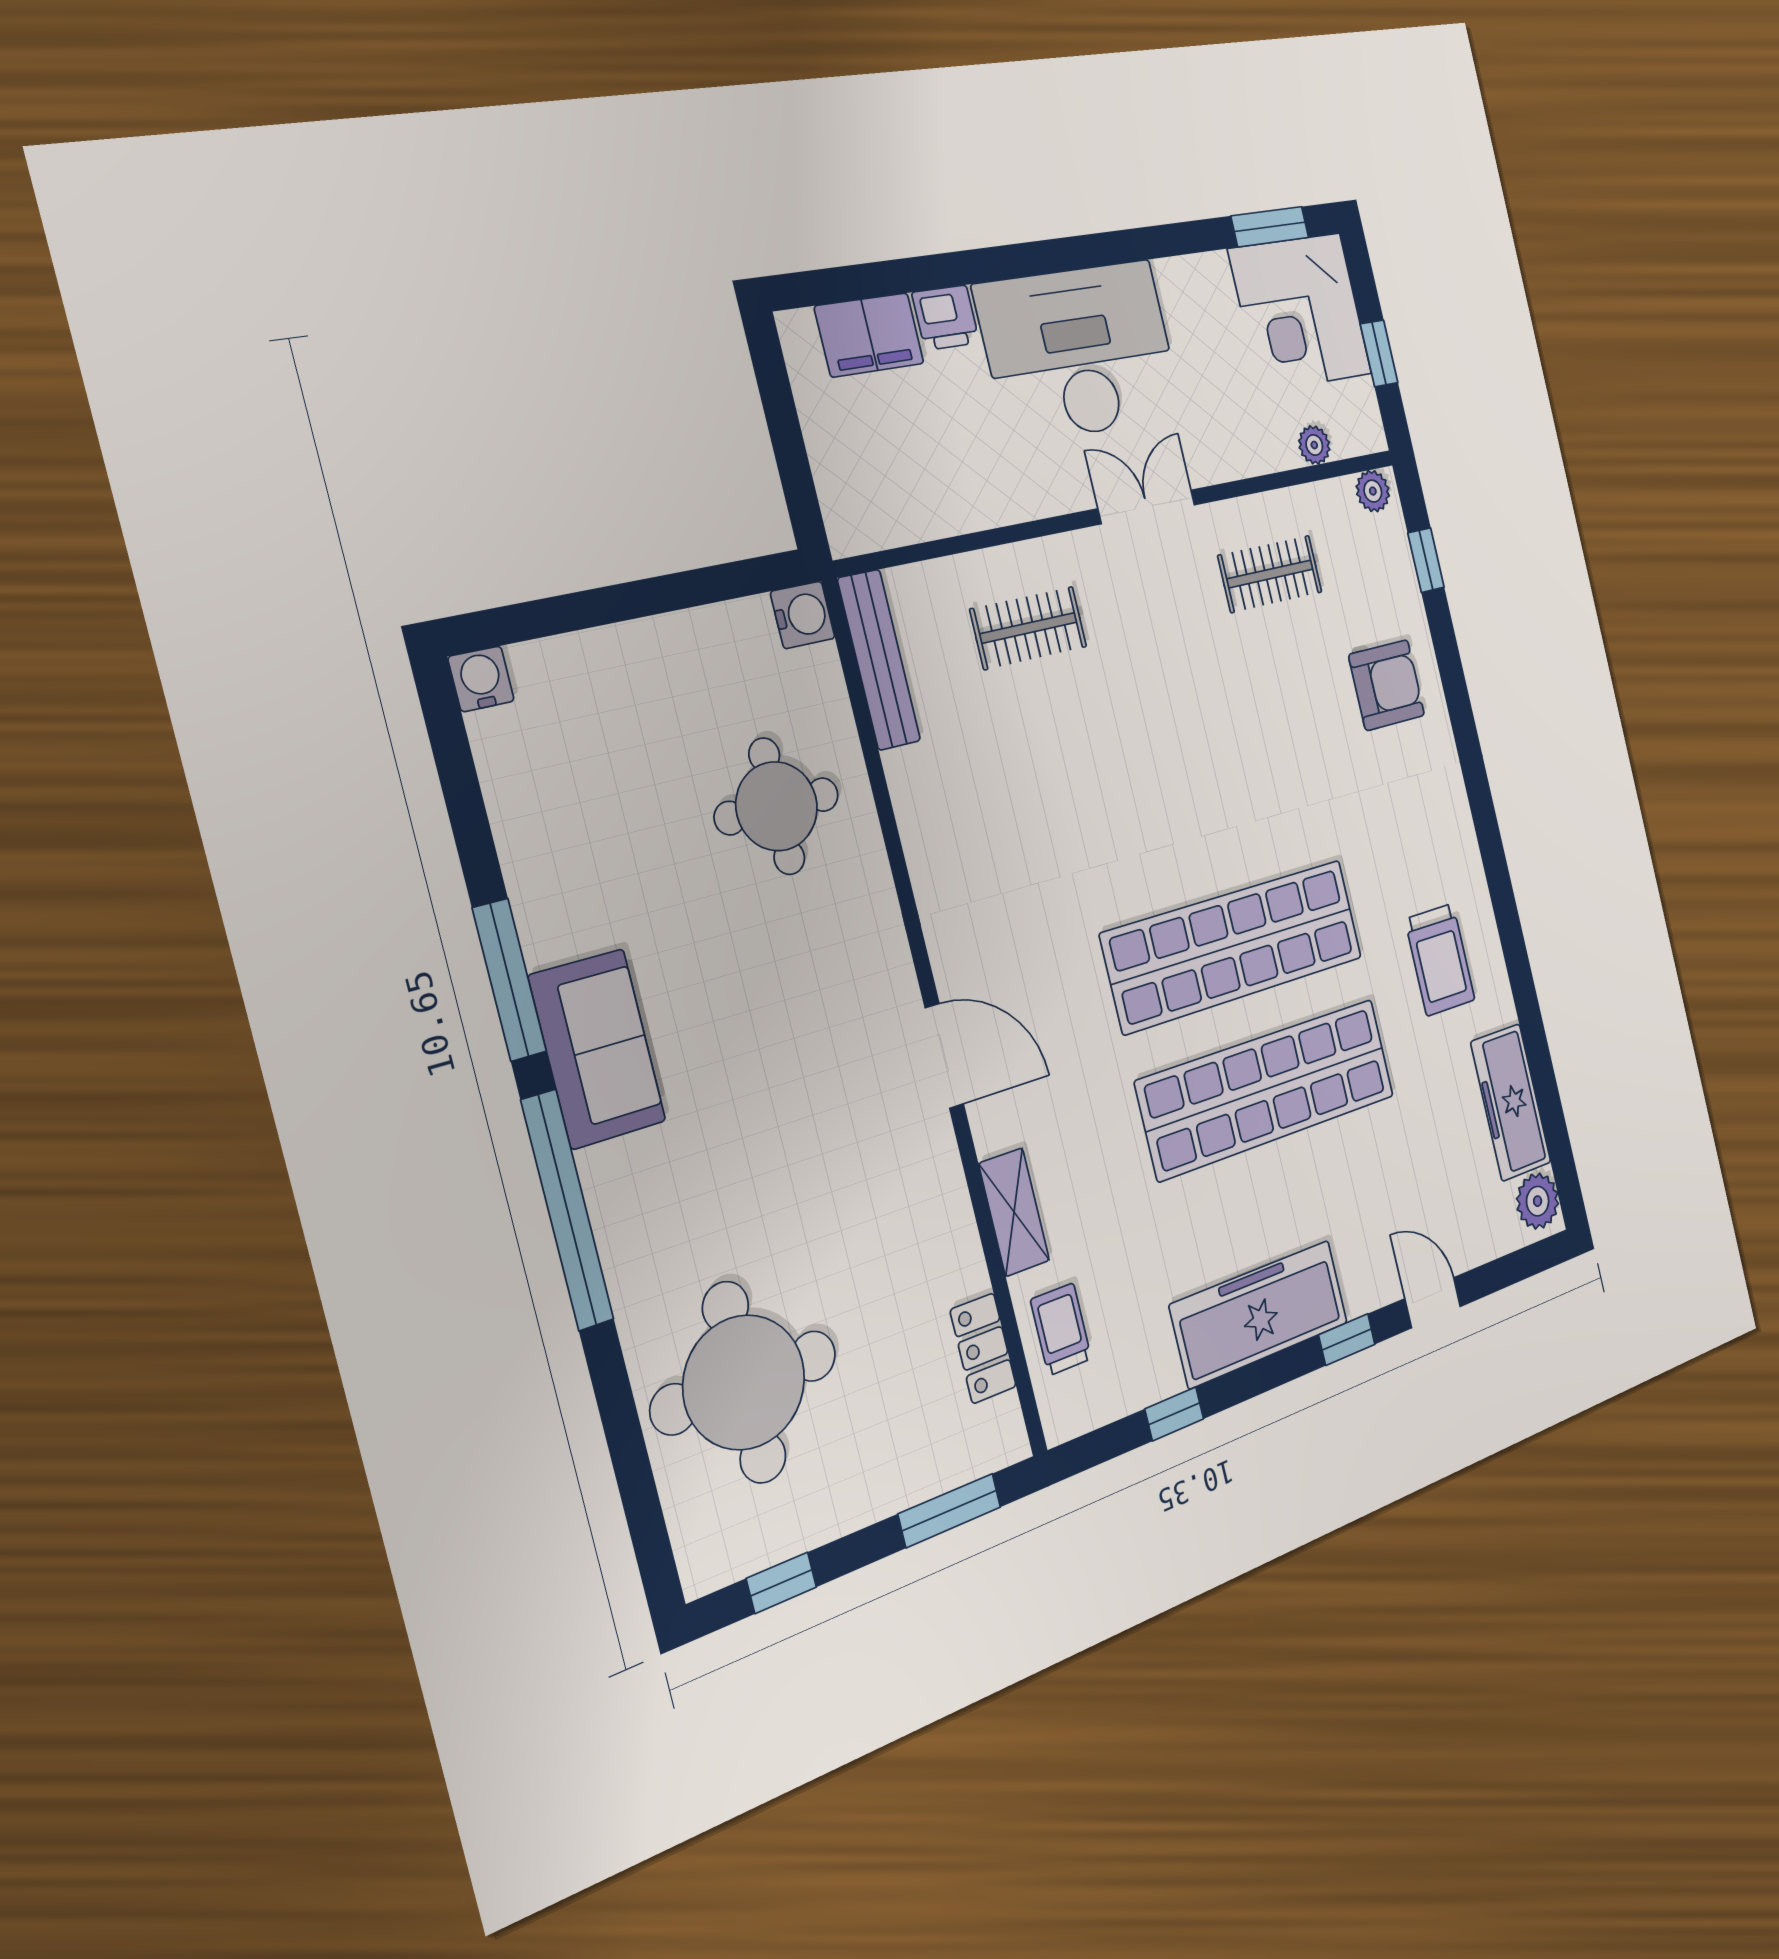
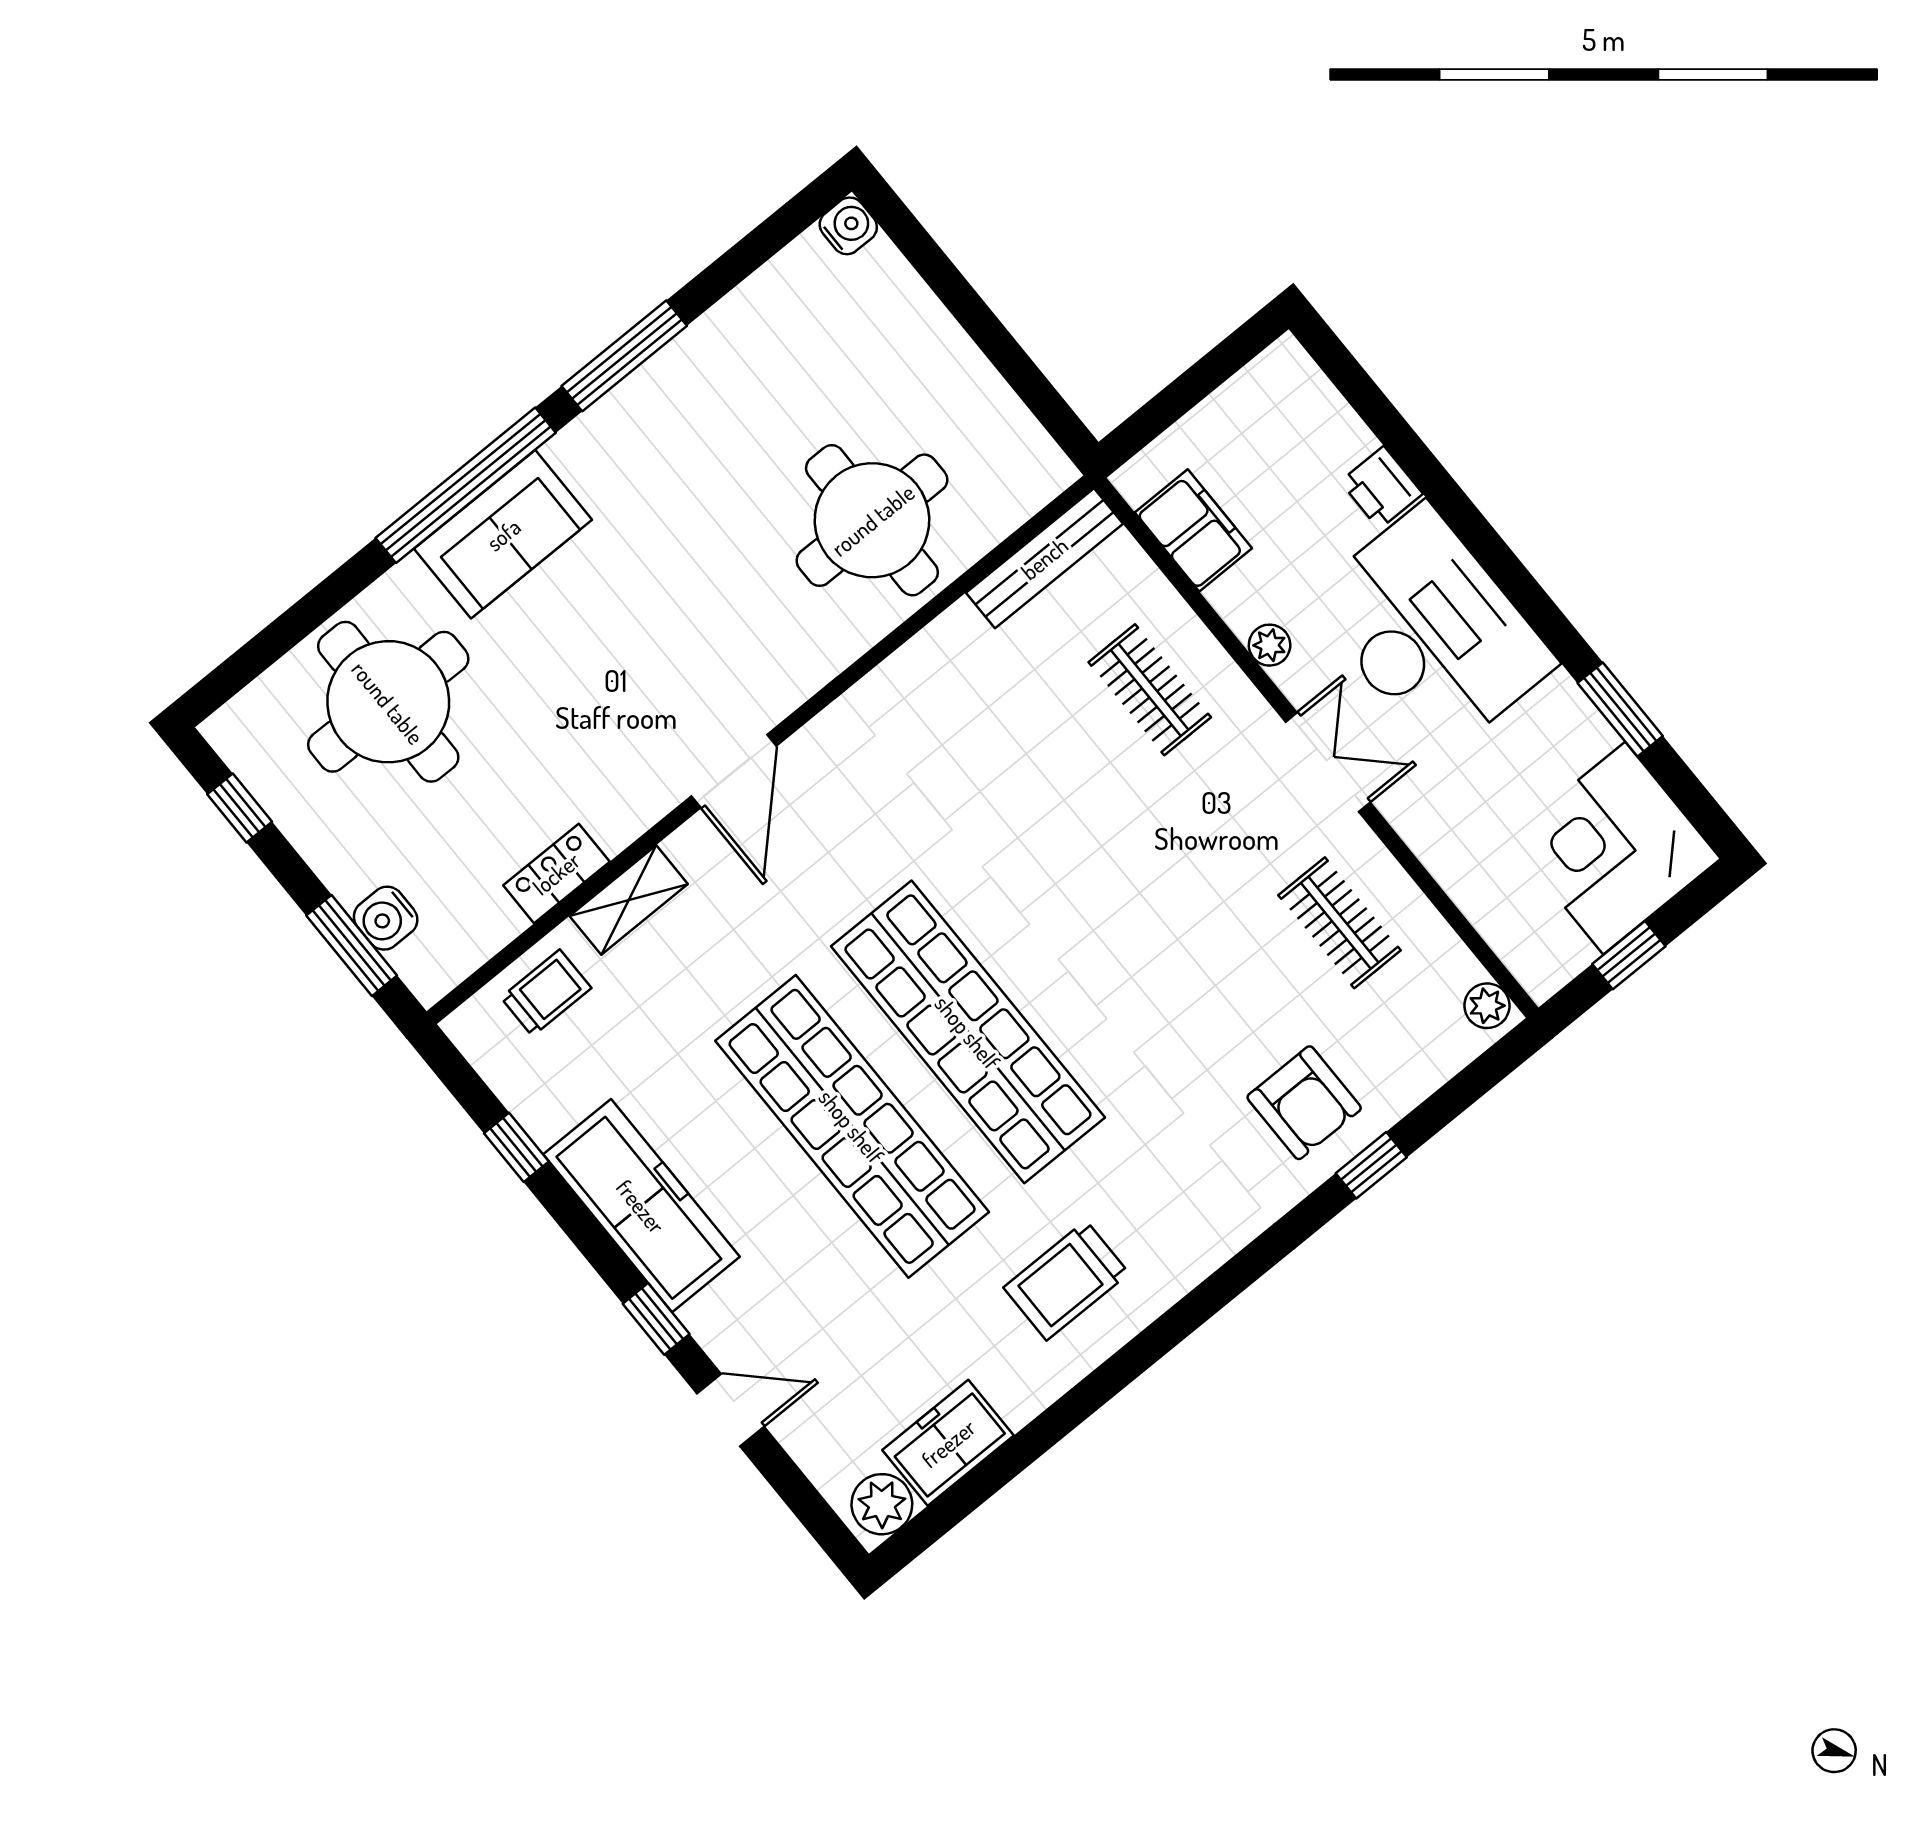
window: (1270, 227) -> (1620, 709), moved
filing cabinet: (869, 335) -> (1193, 530), moved, turned 180
plant: (1314, 445) -> (1270, 645), moved
window: (1426, 560) -> (1371, 1165), moved
water cooler: (803, 615) -> (386, 918), moved, turned 90
round table: (777, 806) -> (872, 520), width x1.36, depth x1.36
sofa: (597, 1049) -> (503, 534), moved
freezer: (1511, 1102) -> (948, 1443), width x0.71
door: (1433, 1303) -> (730, 1410), hinge flipped
locker: (983, 1348) -> (556, 873), moved

